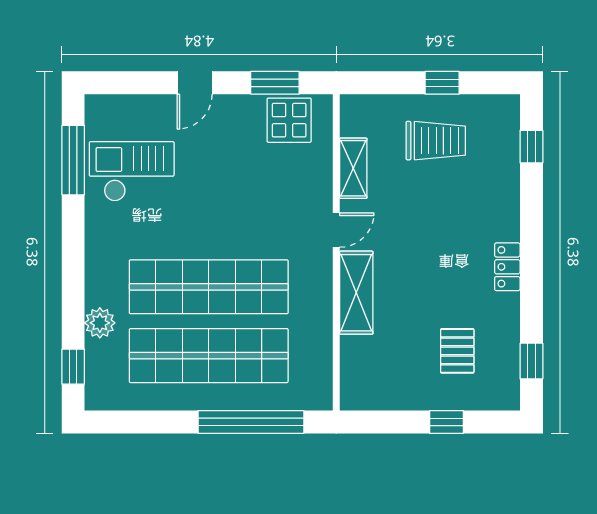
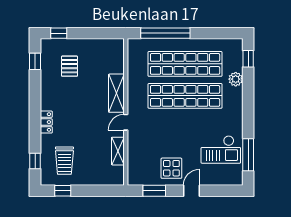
window: (442, 83) -> (63, 191), moved
display table: (289, 120) -> (171, 168), moved
trolley: (436, 141) -> (64, 161), moved, turned -90
locker: (507, 267) -> (46, 122), moved
window: (446, 422) -> (59, 33), moved

